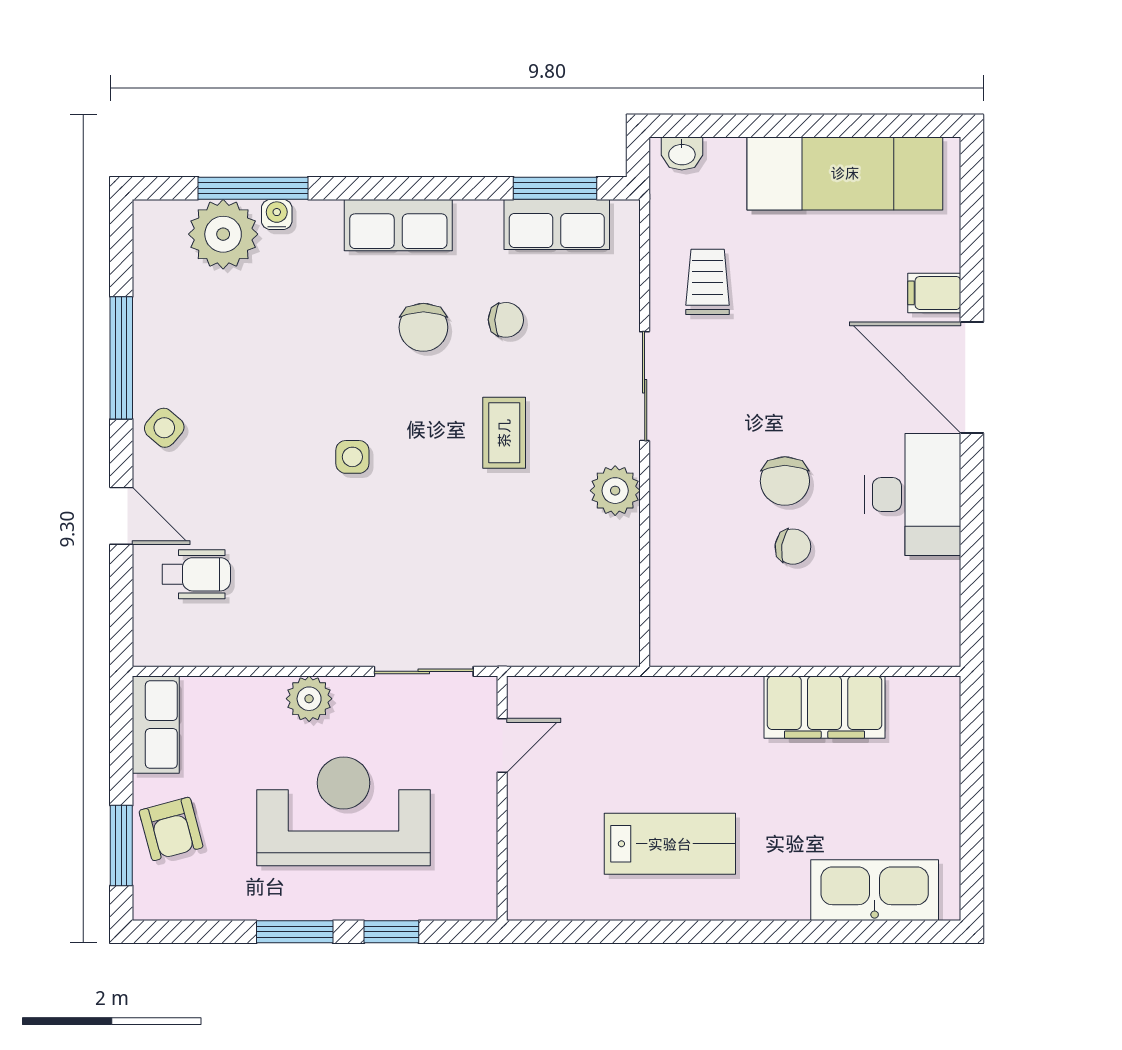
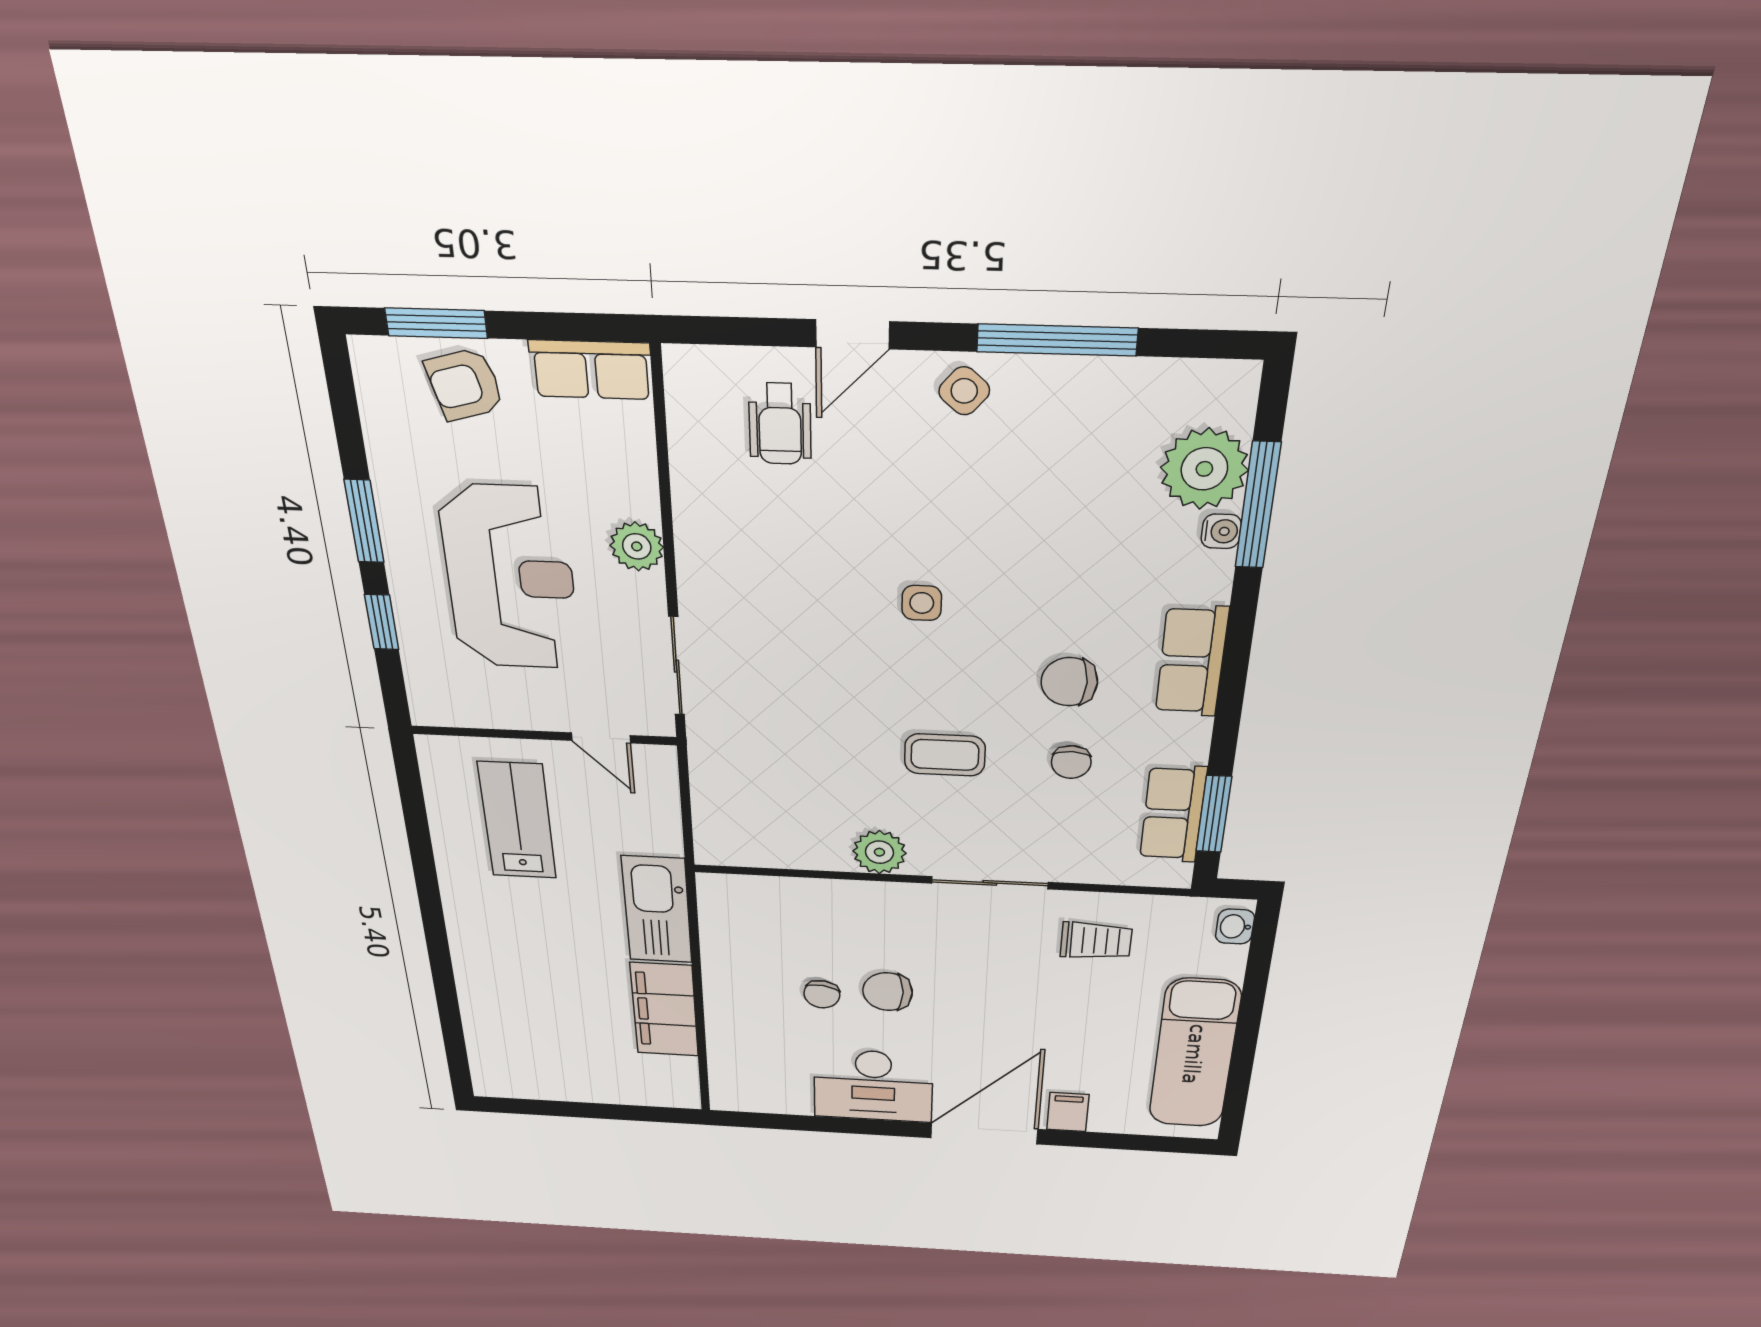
lab bench: (670, 844) -> (517, 821), moved, turned 180
kitchen sink: (875, 890) -> (657, 910), moved, turned 180

